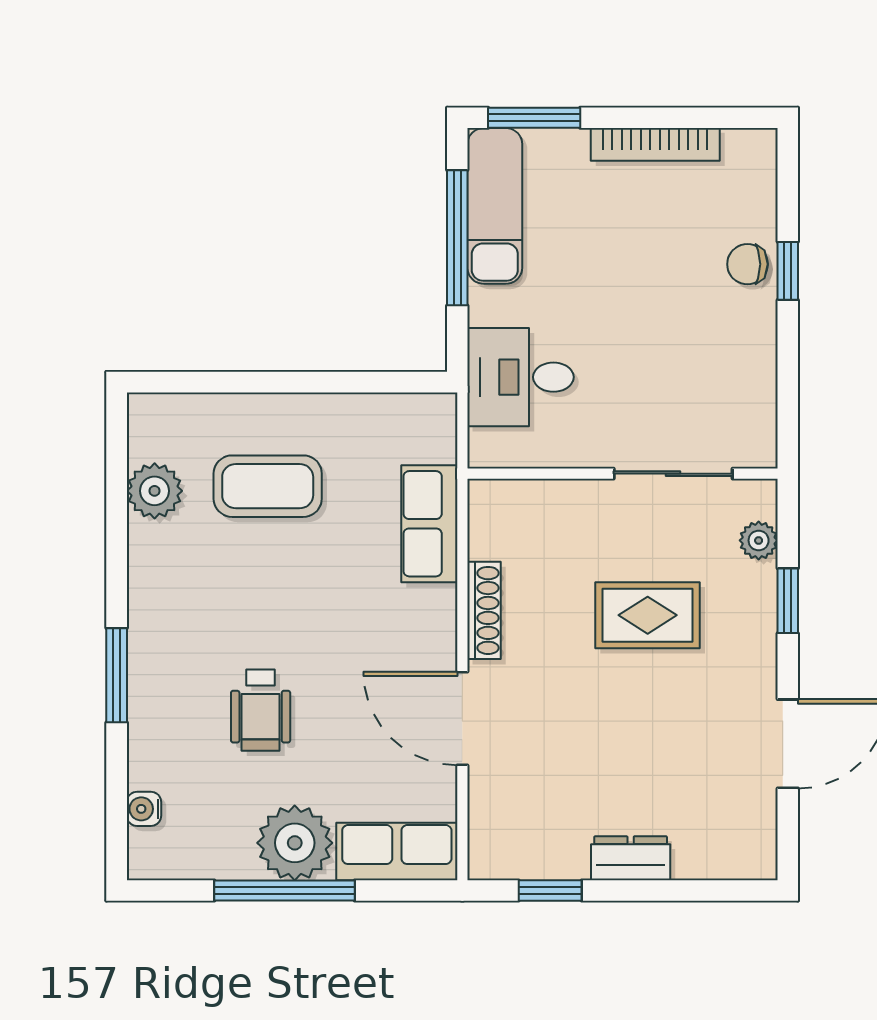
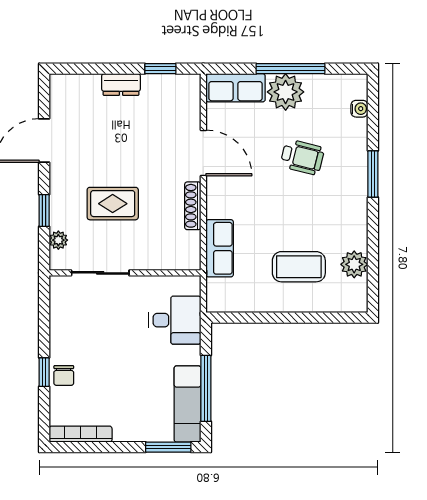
bookcase: (655, 144) -> (81, 434), moved
chair: (747, 264) -> (64, 375), turned 90
wheelchair: (261, 710) -> (302, 157), turned 104

